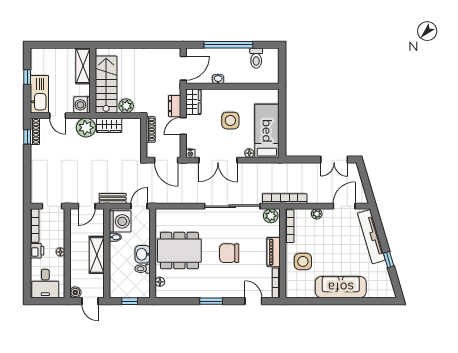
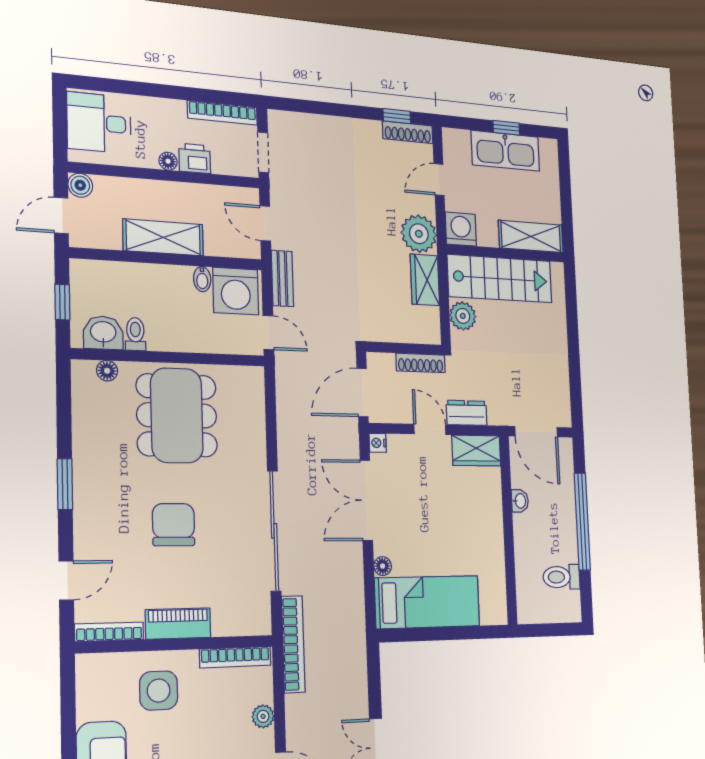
kitchen sink: (39, 94) -> (505, 151), moved
side table: (230, 121) -> (444, 526), removed
plant: (271, 216) -> (256, 615), removed
printer: (37, 251) -> (195, 158), moved, turned 180
washbasin: (143, 254) -> (103, 333), moved

